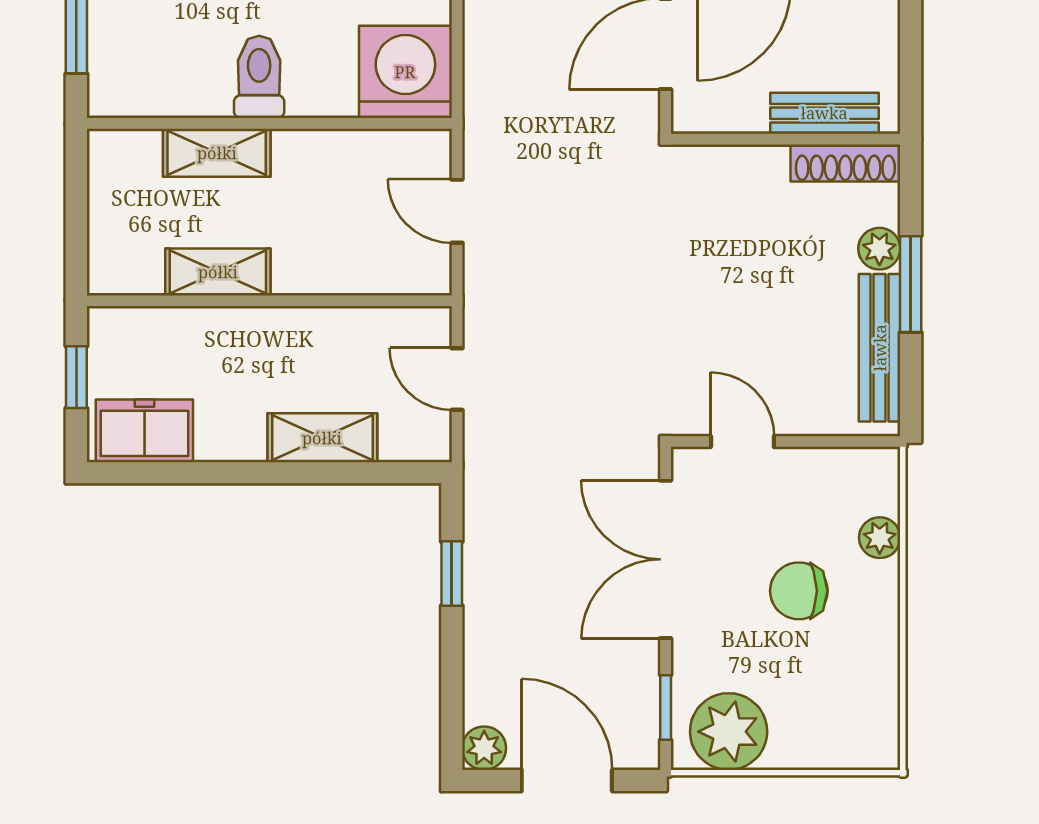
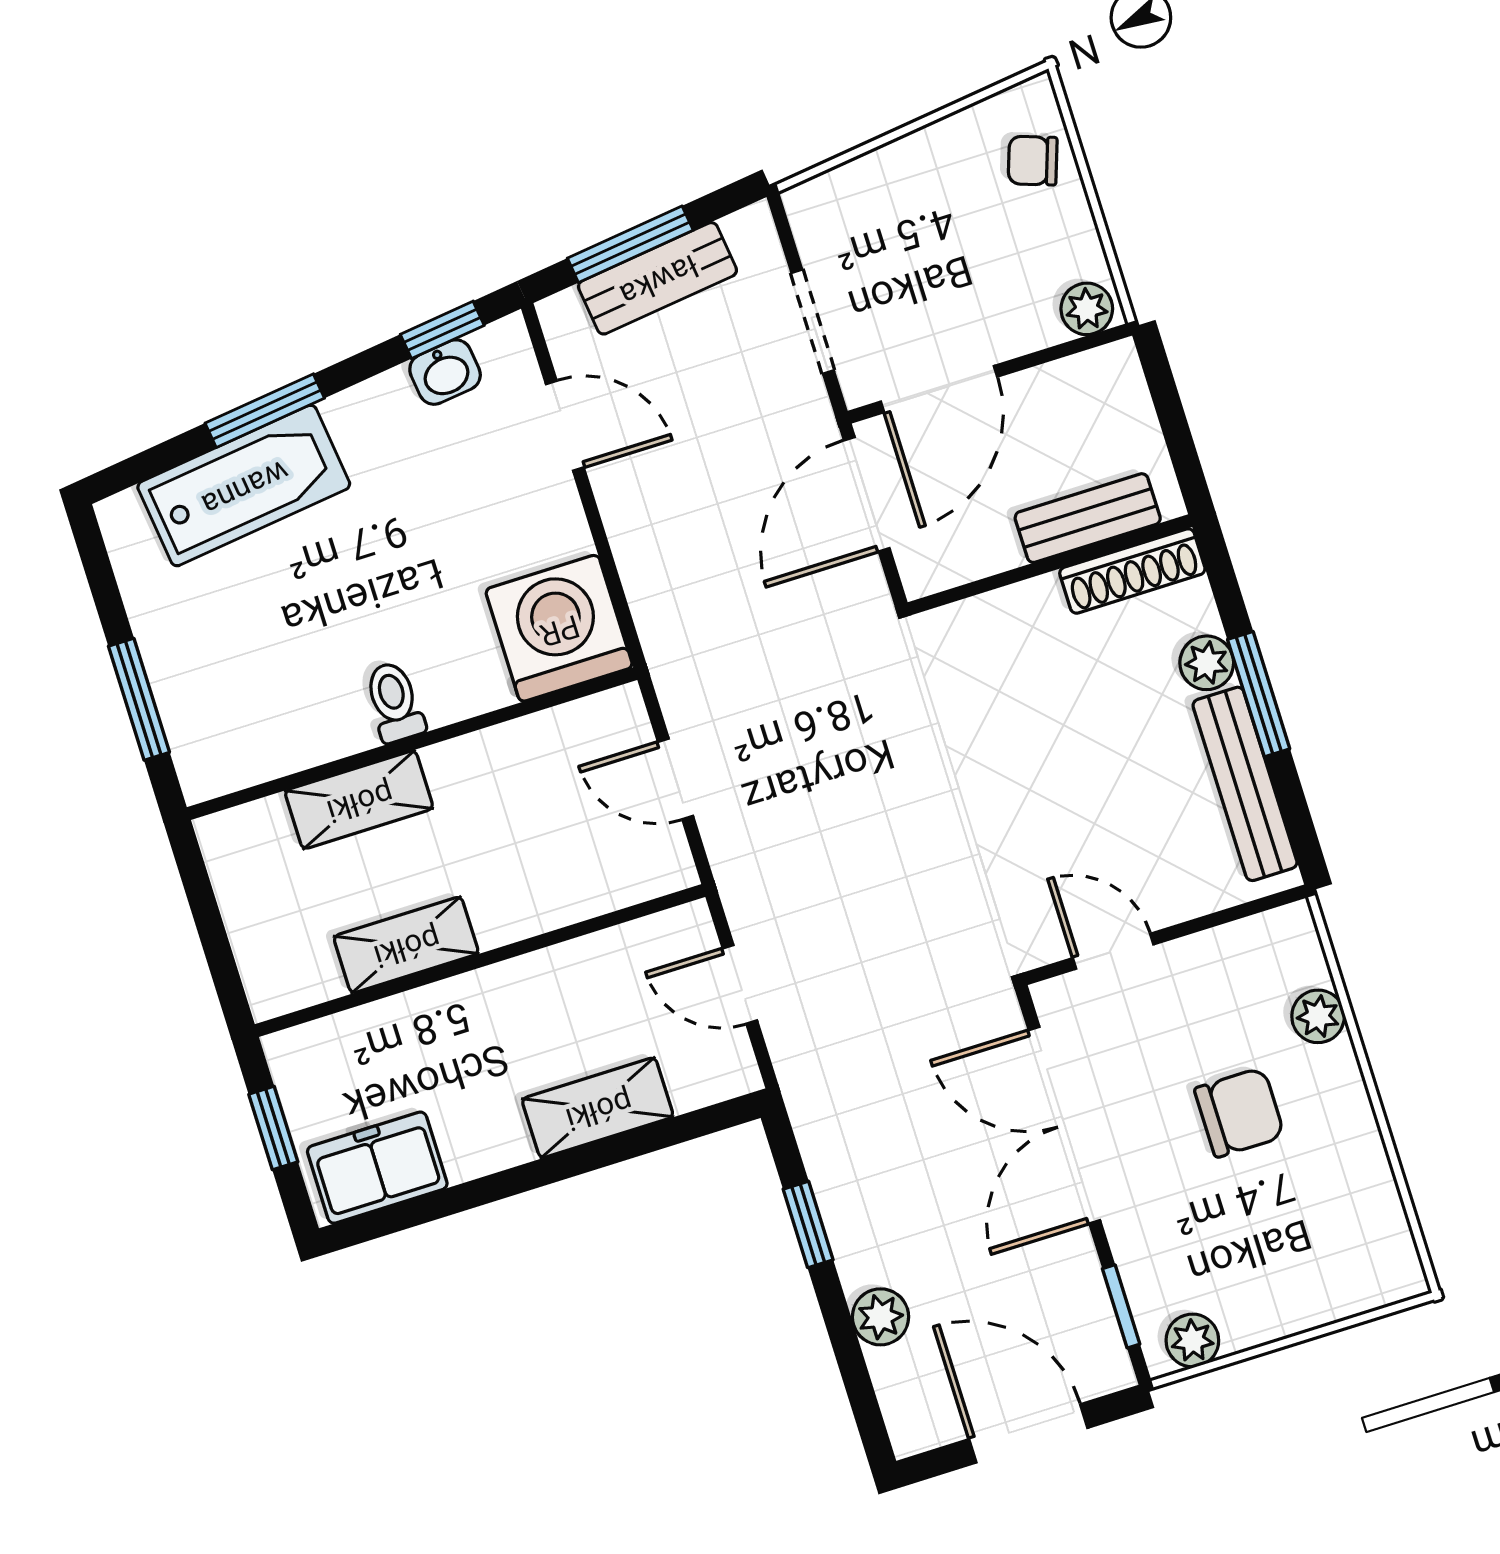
toilet: (259, 77) -> (395, 702), width x0.73, depth x0.72
chair: (799, 591) -> (1239, 1112), turned 180
plant: (729, 732) -> (1192, 1340), width x0.53, depth x0.53
plant: (484, 748) -> (881, 1317), moved

